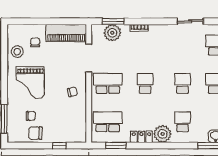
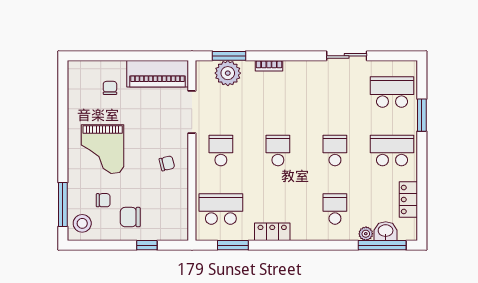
stool: (17, 52) -> (82, 223), moved
school desk: (108, 83) -> (221, 151), width x0.54
chair: (35, 133) -> (130, 217), moved
plant: (163, 134) -> (366, 234), moved, width x0.53, depth x0.53

